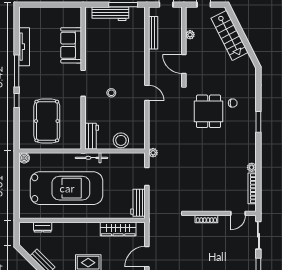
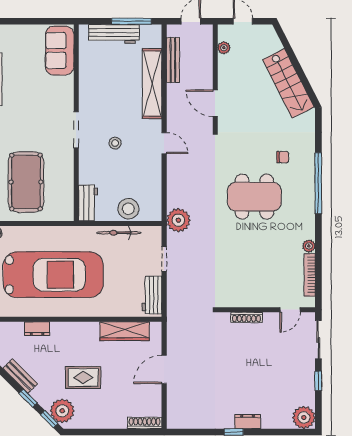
plant: (190, 35) -> (224, 48), moved
stairs: (230, 35) -> (288, 83), moved
sofa: (71, 45) -> (60, 51), moved
shelving: (138, 50) -> (152, 84), added
dining table: (209, 111) -> (254, 197), moved, width x1.37
window: (258, 122) -> (318, 183), width x2.11
plant: (153, 153) -> (178, 220), width x1.87, depth x1.87
bicycle: (91, 158) -> (119, 233), moved
dresser: (43, 227) -> (37, 329), moved

